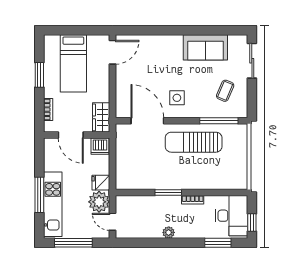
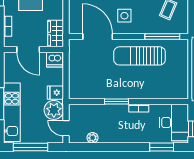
plant: (169, 232) -> (93, 138), moved

